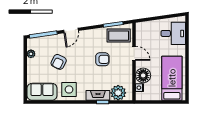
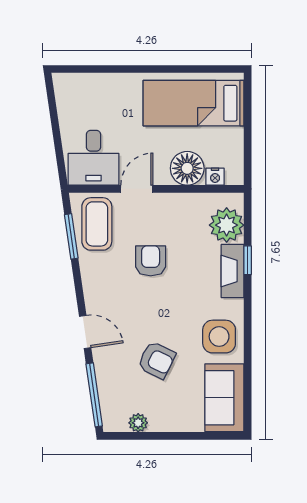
desk: (173, 33) -> (93, 158), moved, turned 180

